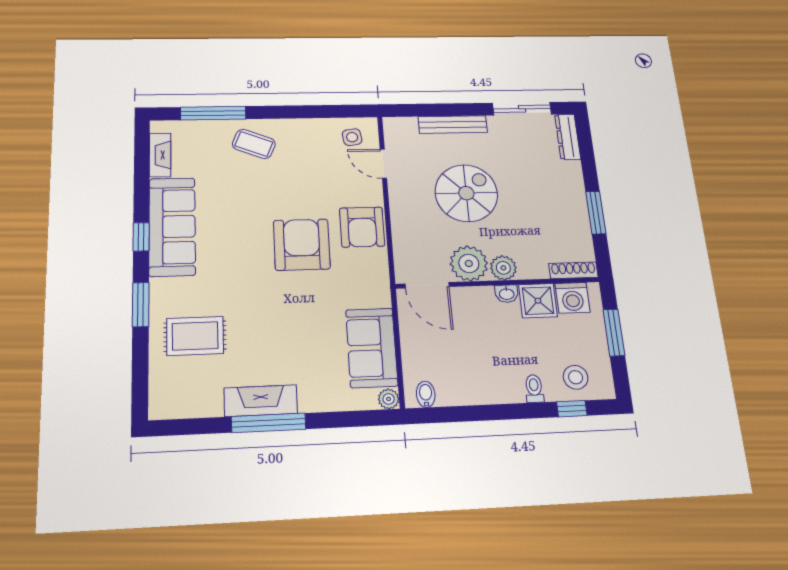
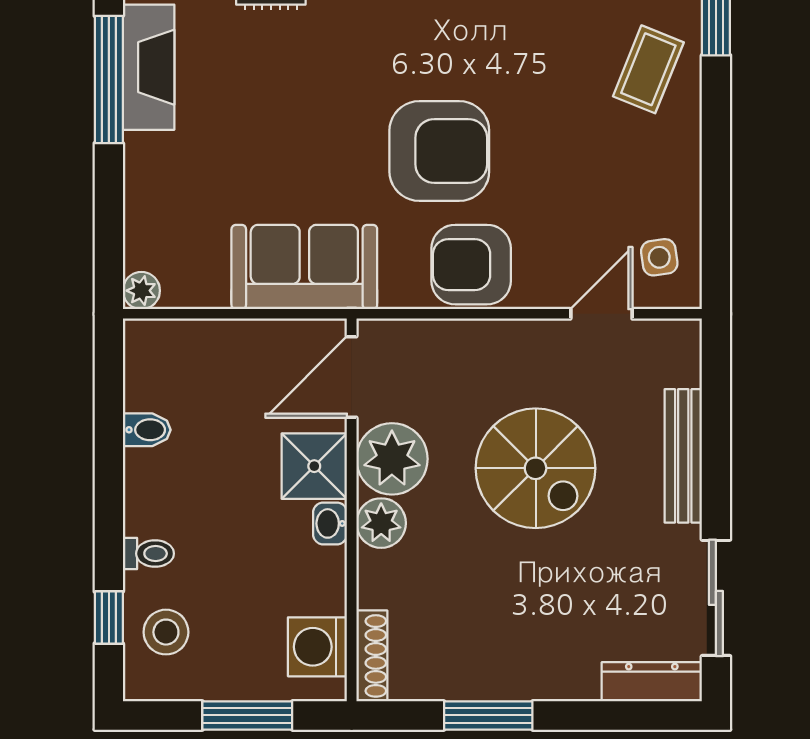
shower: (538, 301) -> (314, 466), moved
sofa: (372, 348) -> (304, 267), moved
bidet: (426, 394) -> (147, 430), moved

